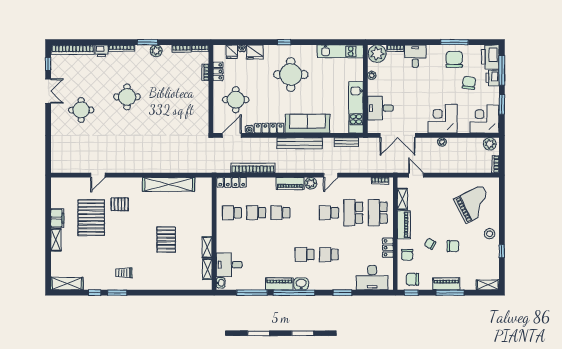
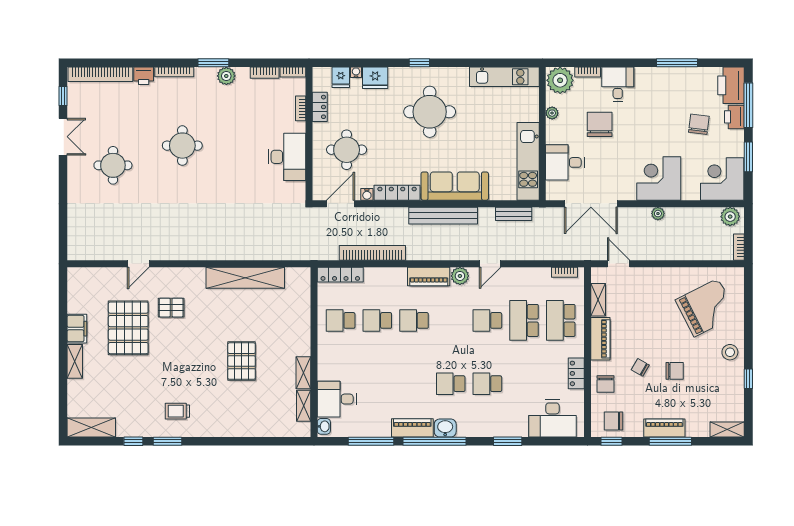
chair: (454, 59) -> (600, 124), moved
desk: (196, 104) -> (287, 157), added

